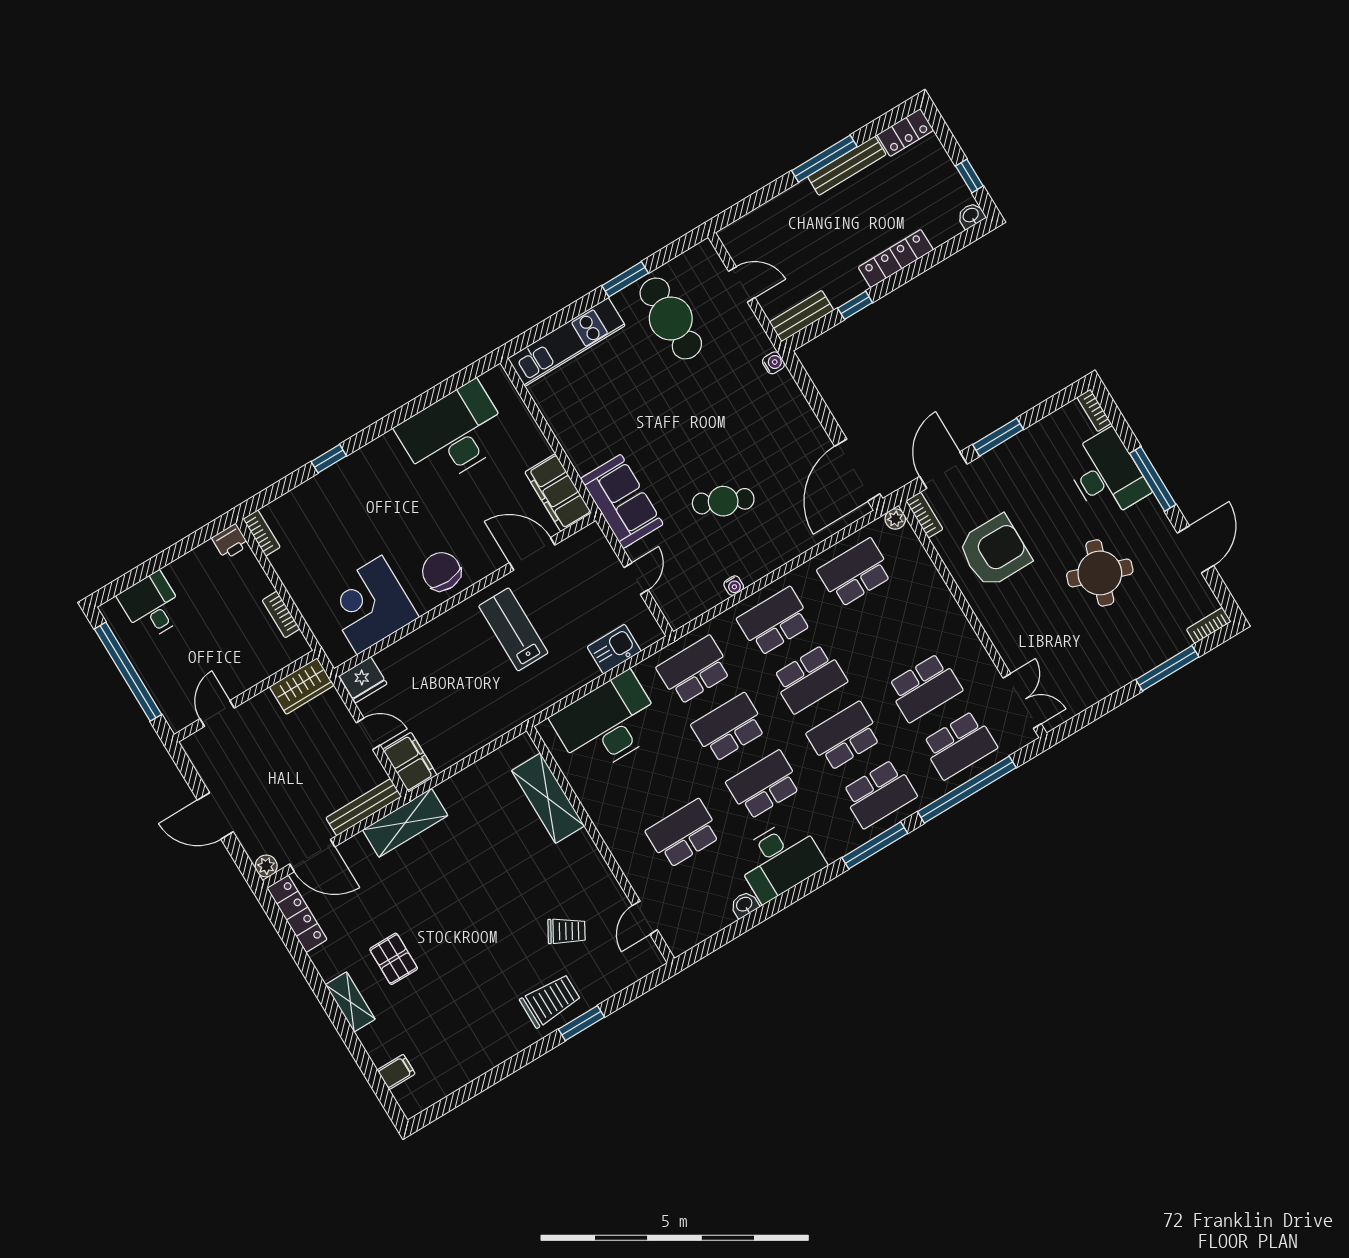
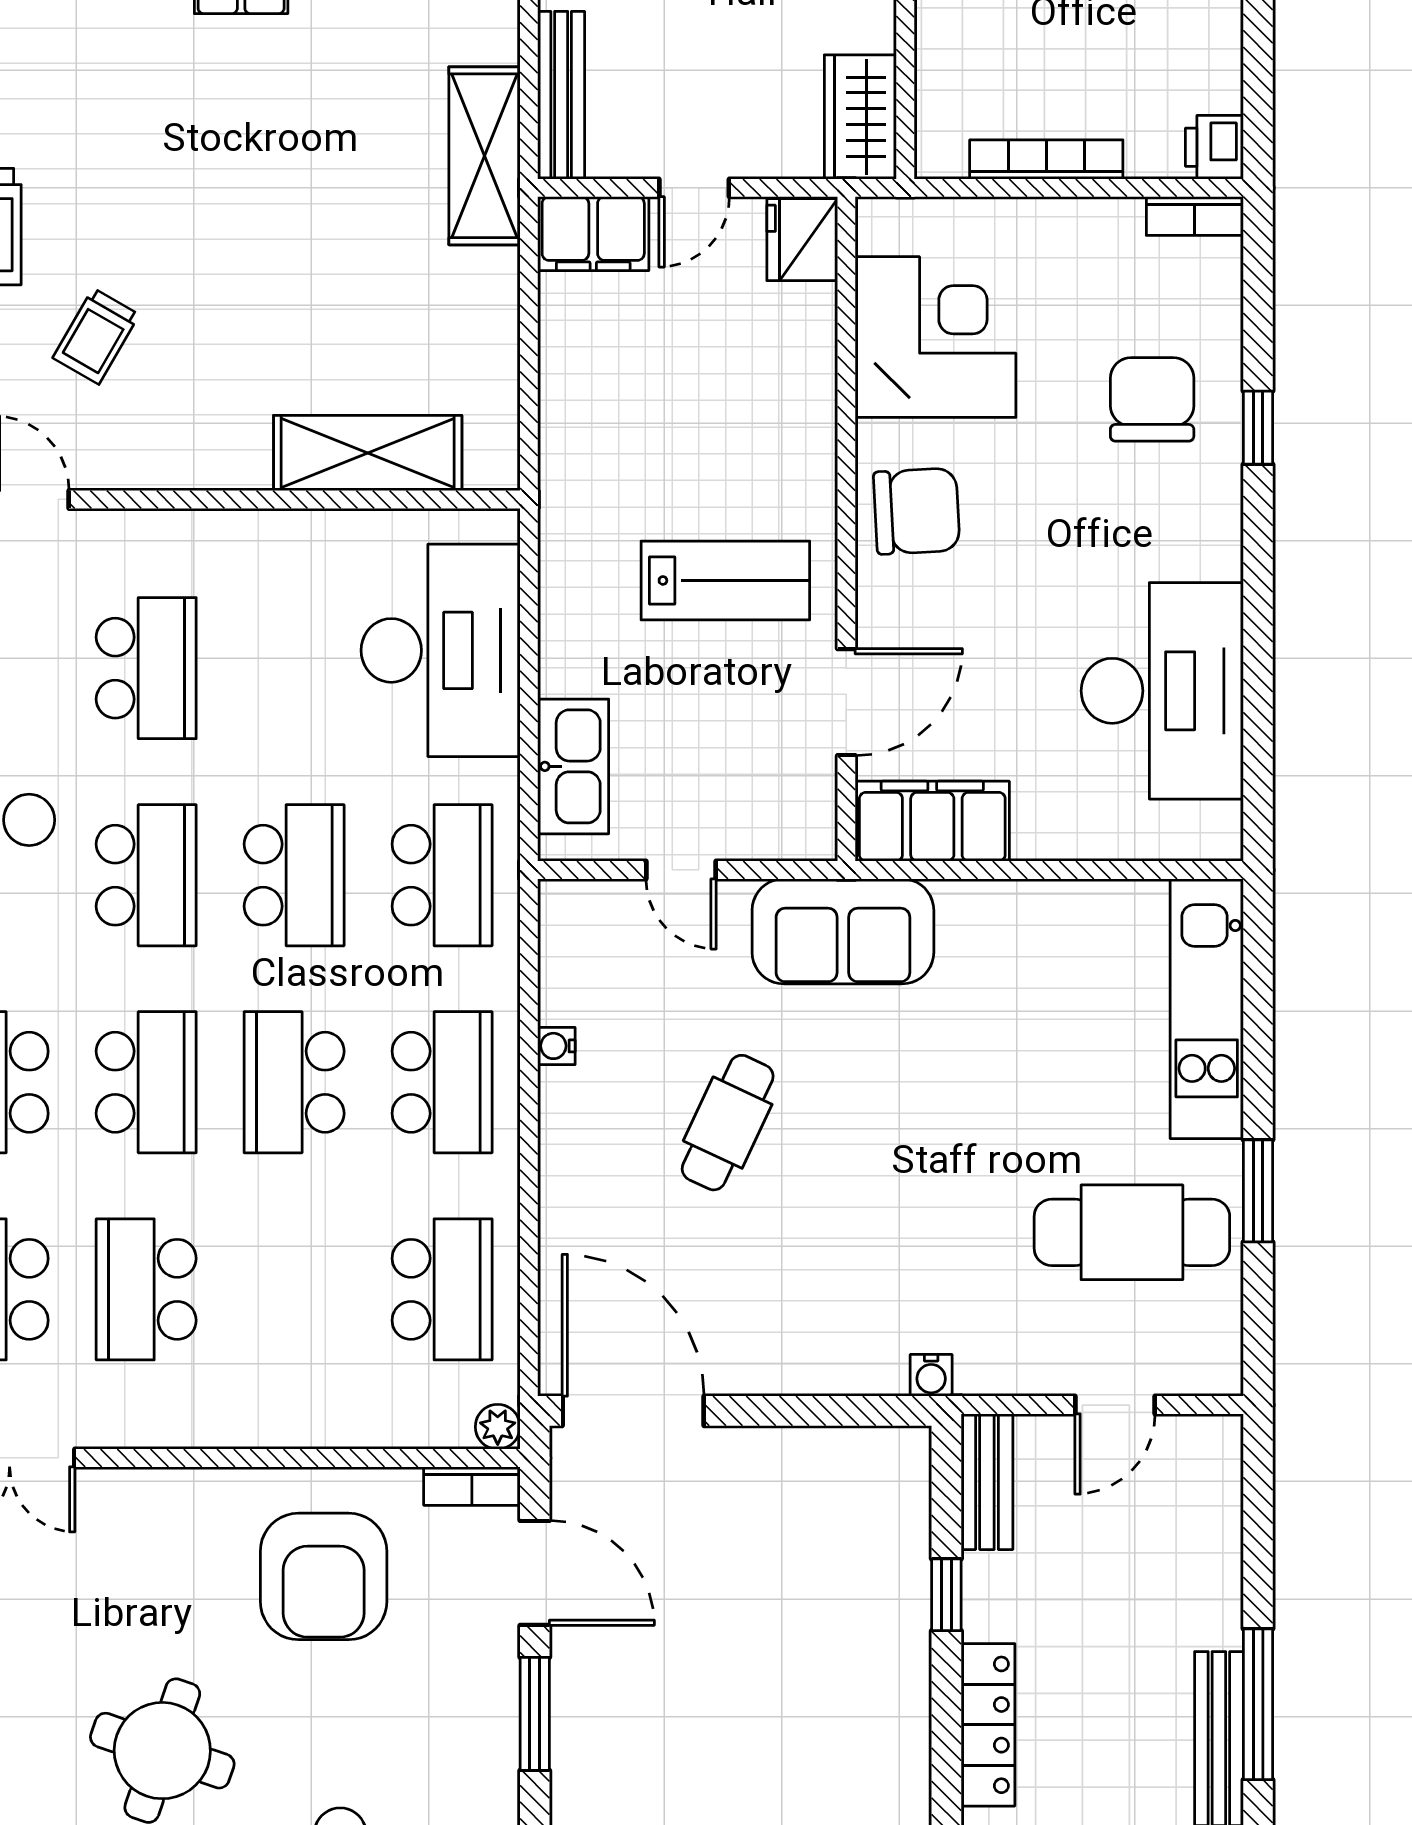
chair: (343, 506) -> (1152, 399), added
bookcase: (281, 615) -> (1046, 159), width x1.56
kitchen sink: (614, 649) -> (573, 766), width x1.38

